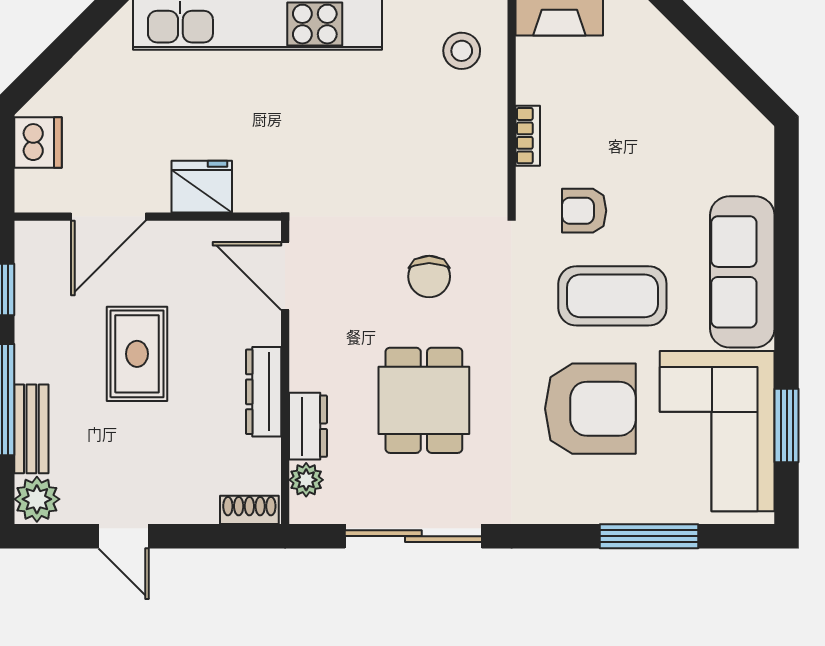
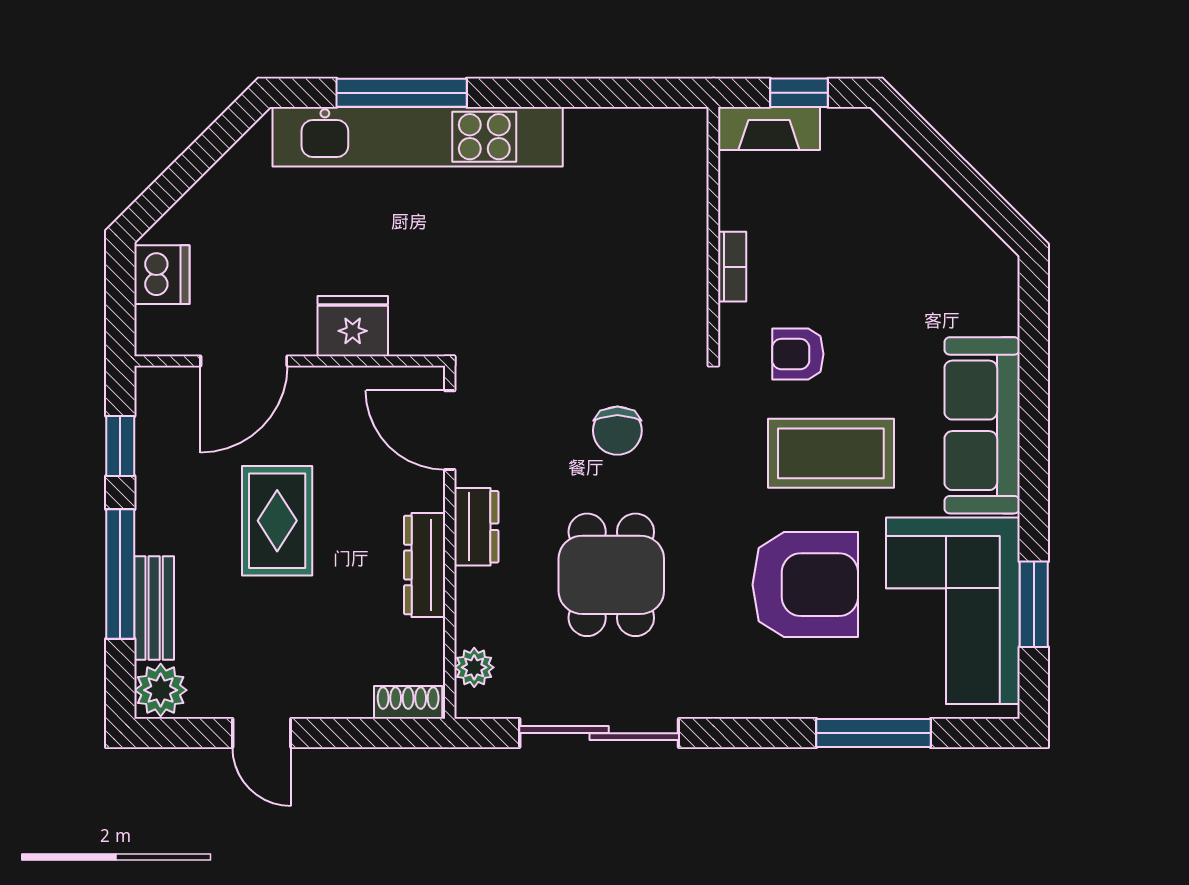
stool: (462, 51) -> (655, 168), removed
dresser: (308, 426) -> (476, 527), moved

